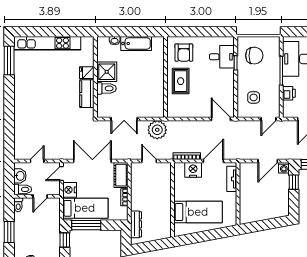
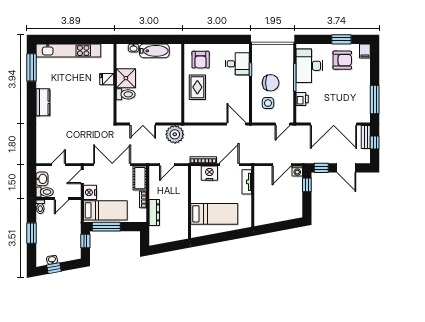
chair: (254, 56) -> (271, 83), moved
kitchen counter: (87, 94) -> (43, 102), moved, turned 180
door: (149, 161) -> (167, 165), swing flipped
dresser: (136, 224) -> (154, 212), moved

